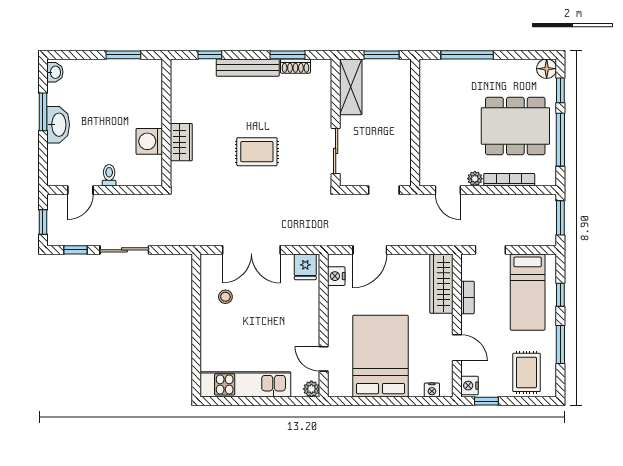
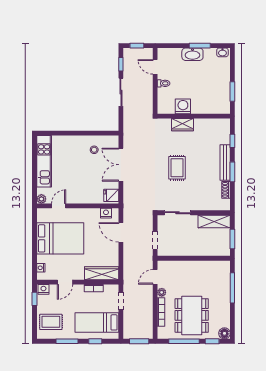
window: (287, 55) -> (232, 172), moved

